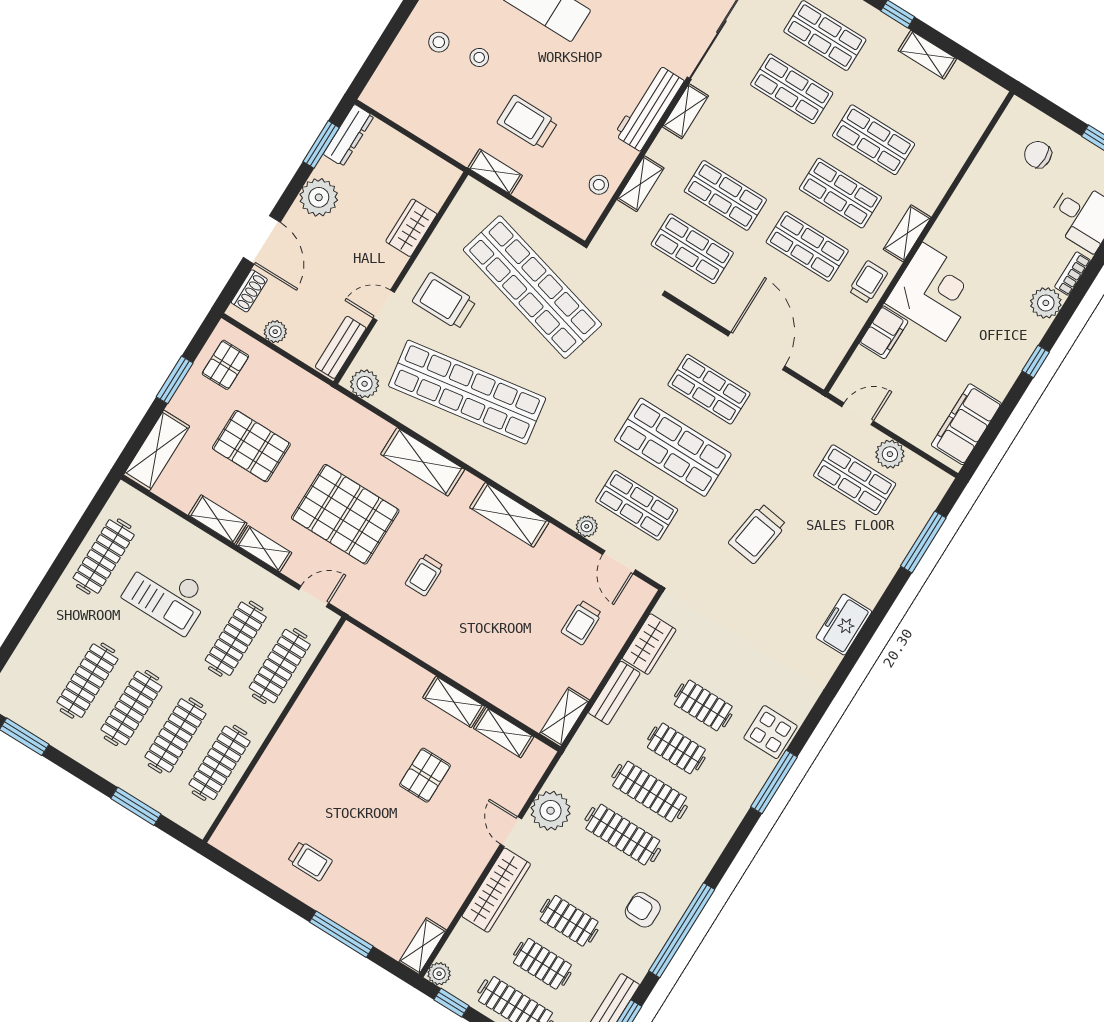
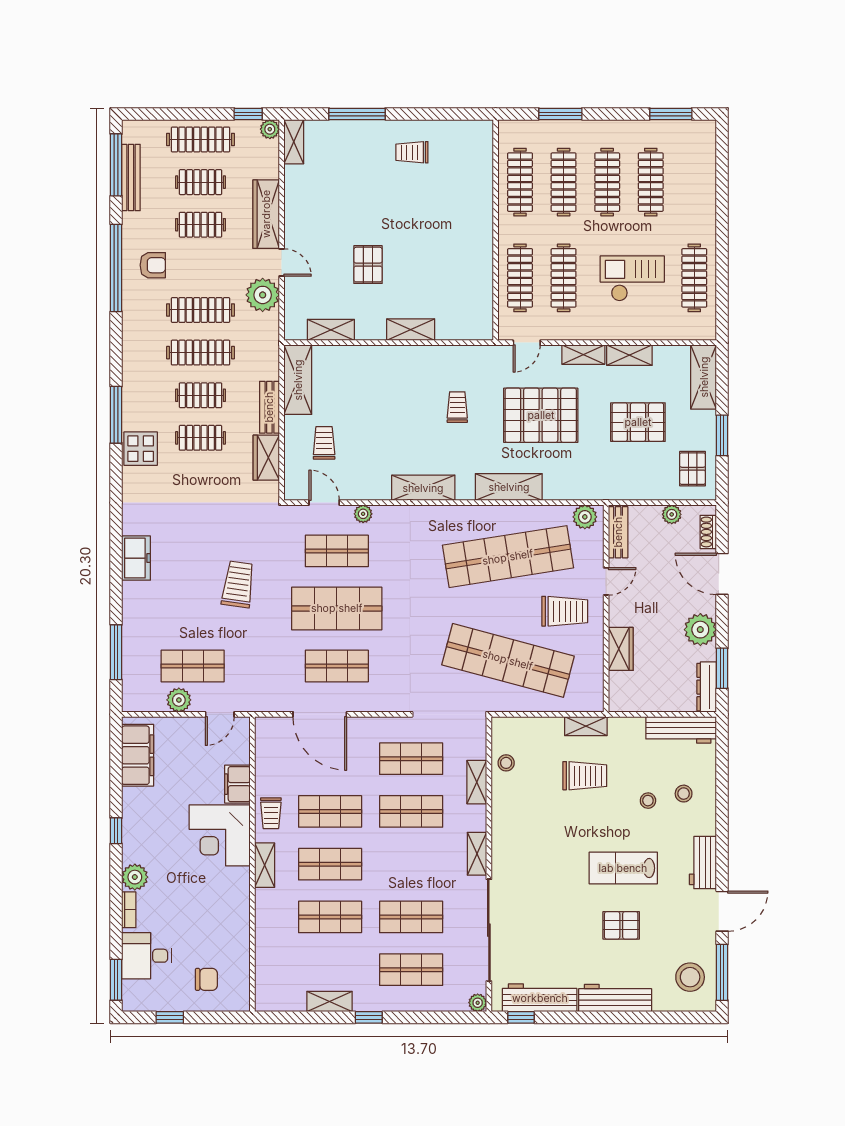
workbench: (649, 108) -> (681, 730), moved, turned 90
shelving: (454, 702) -> (411, 330), moved
shelving: (565, 717) -> (298, 380), width x1.50, depth x1.33

